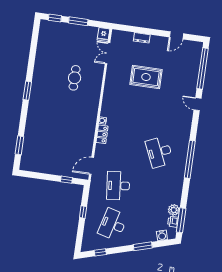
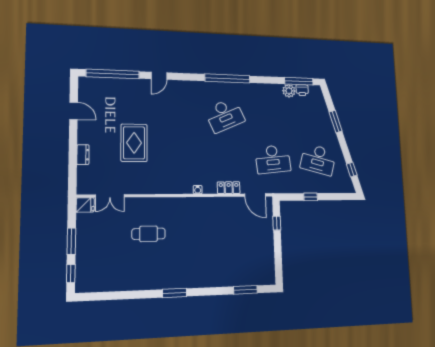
locker: (102, 134) -> (229, 188), moved
water cooler: (162, 235) -> (320, 101), removed

